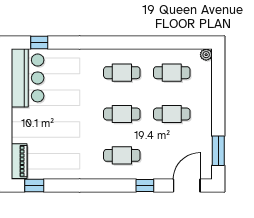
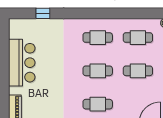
window: (39, 43) -> (43, 13), moved
bar counter: (28, 78) -> (22, 63), moved

